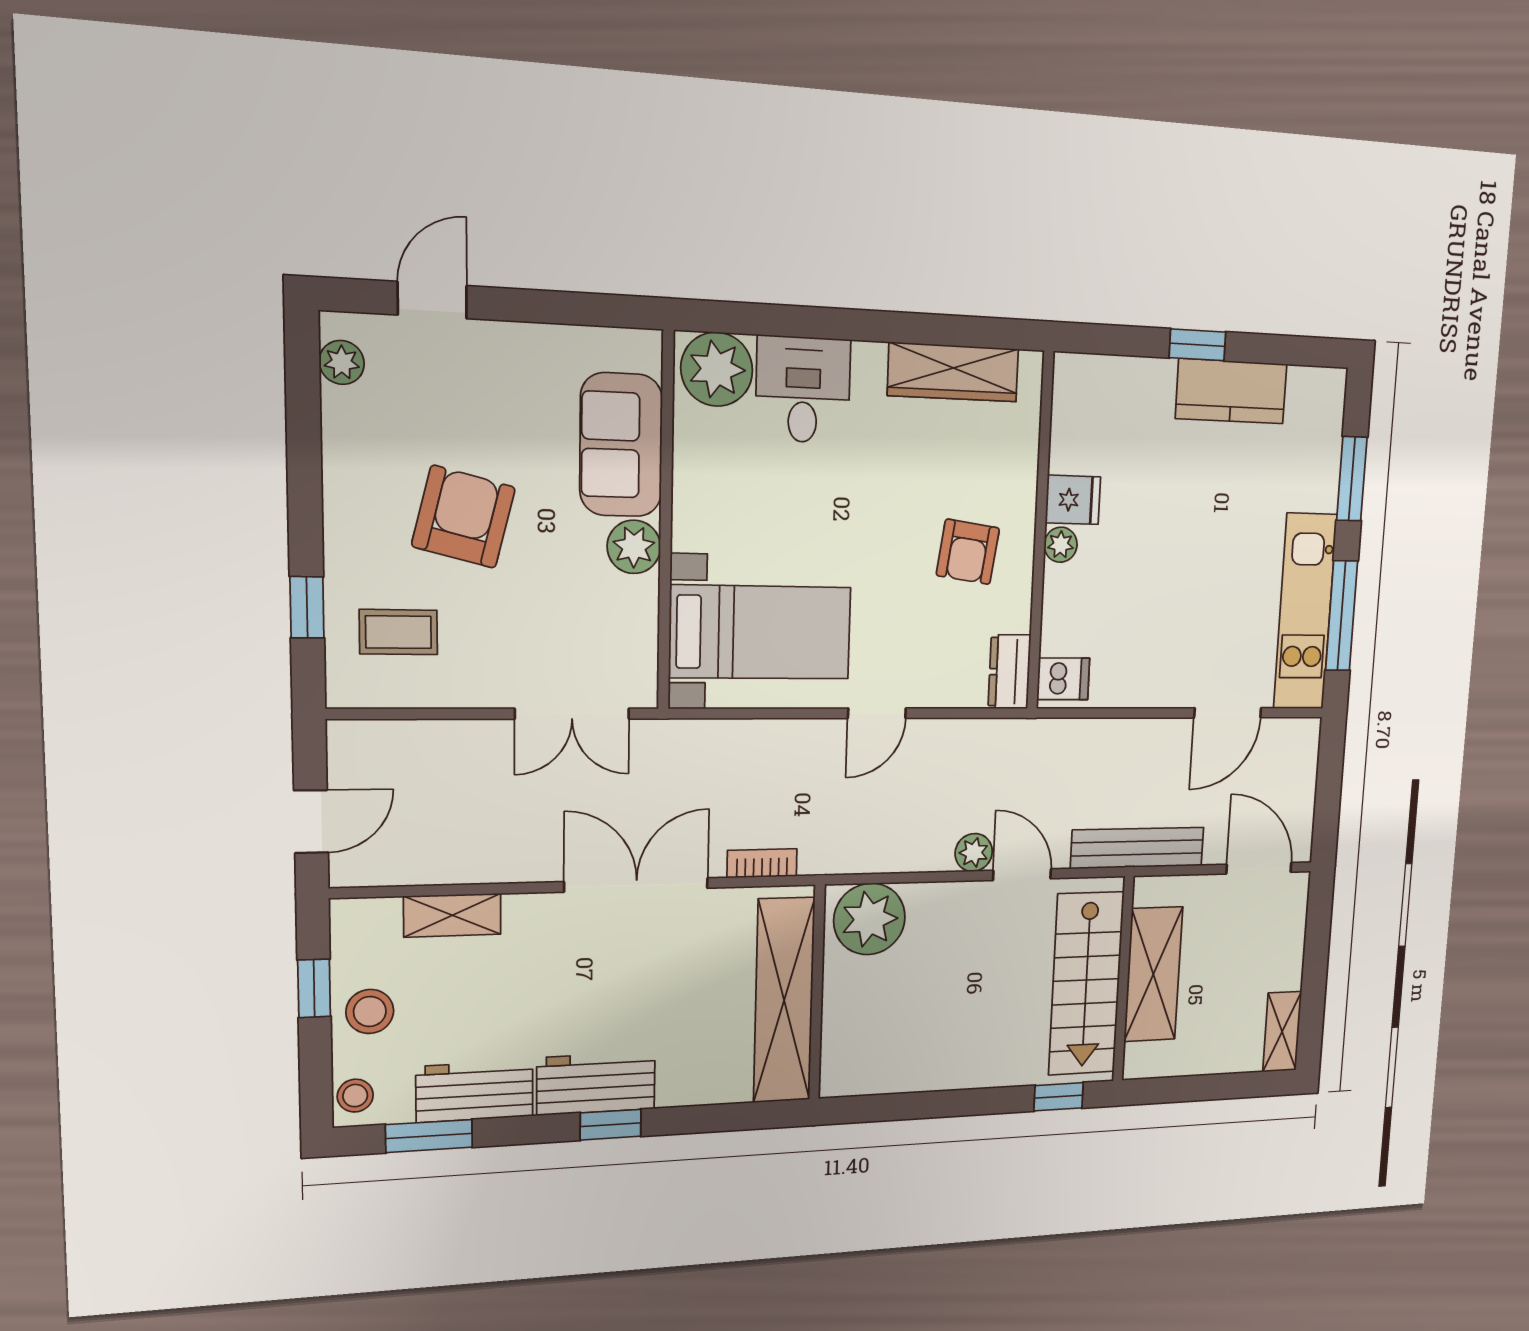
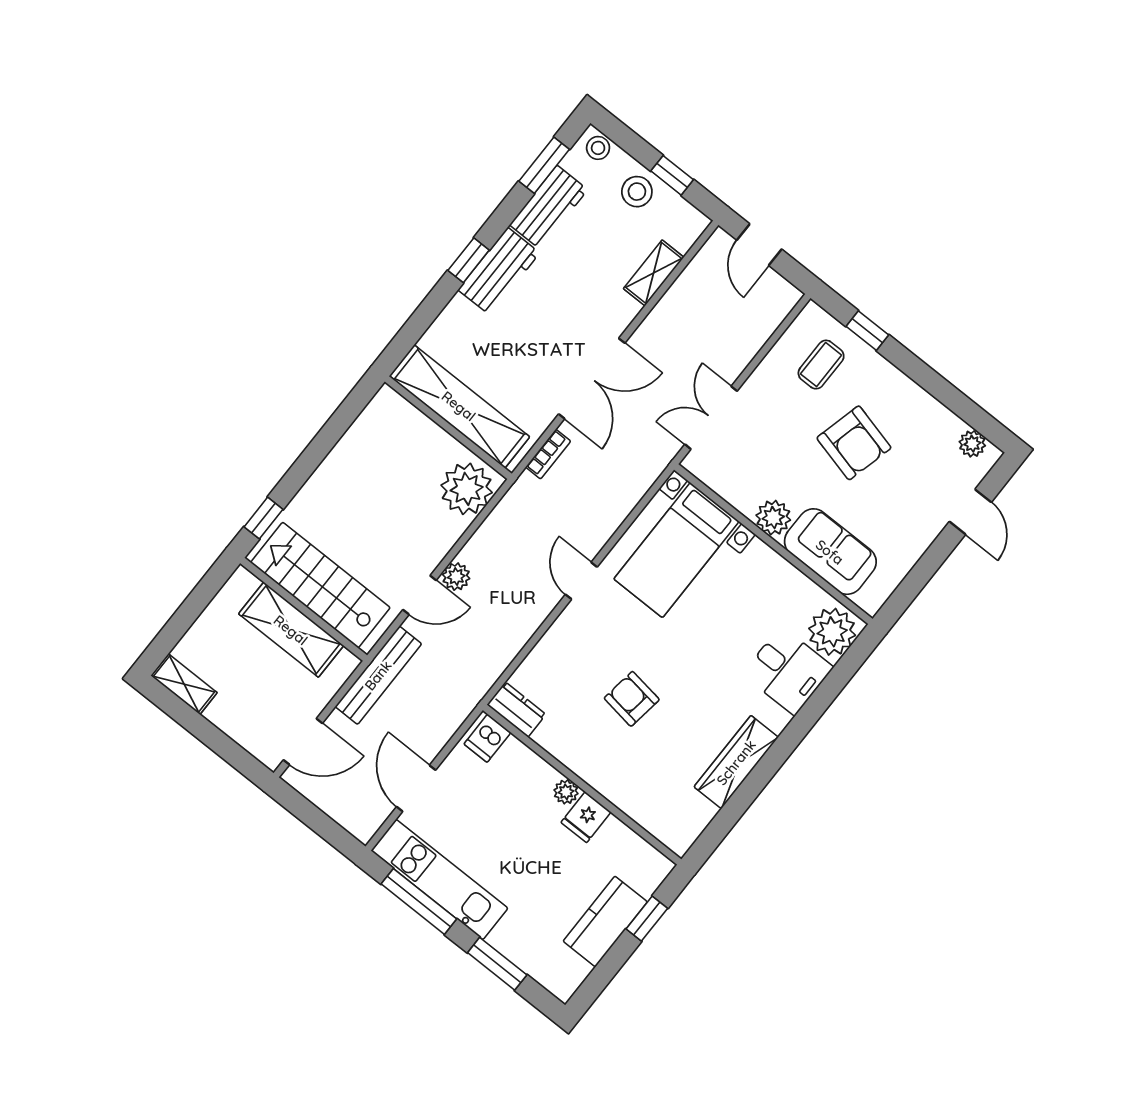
fridge: (1073, 500) -> (586, 817), moved
wall: (1040, 533) -> (582, 785), moved
plant: (1061, 545) -> (566, 792), moved
dresser: (1009, 672) -> (517, 710), moved
dishwasher: (1063, 679) -> (487, 738), moved

